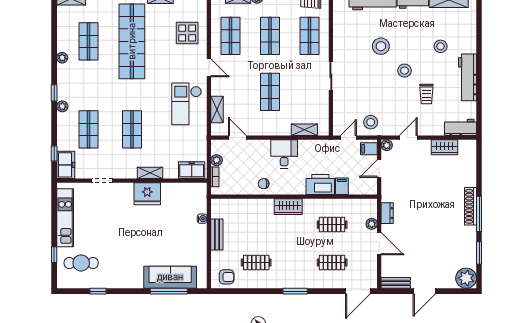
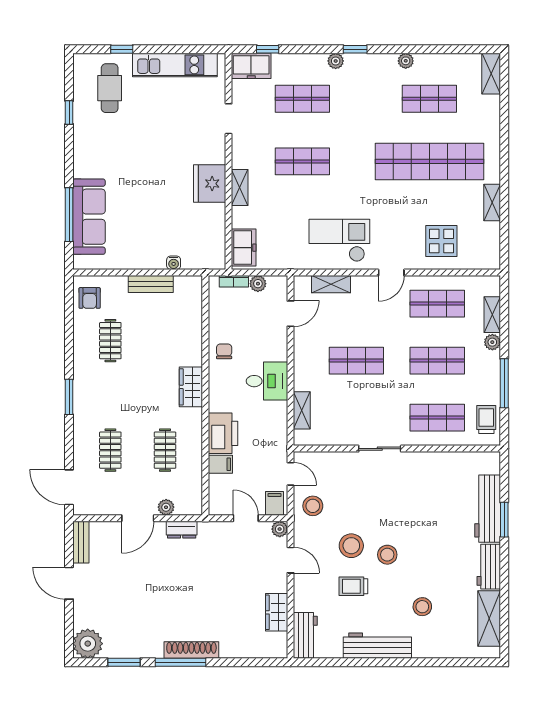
stool: (381, 46) -> (351, 546), moved

